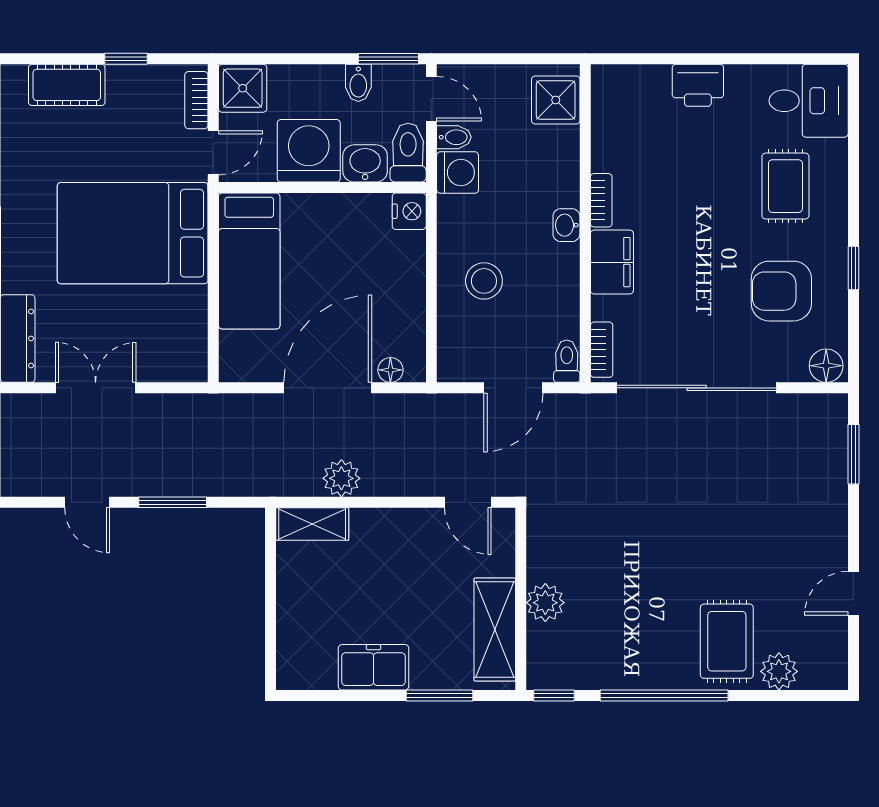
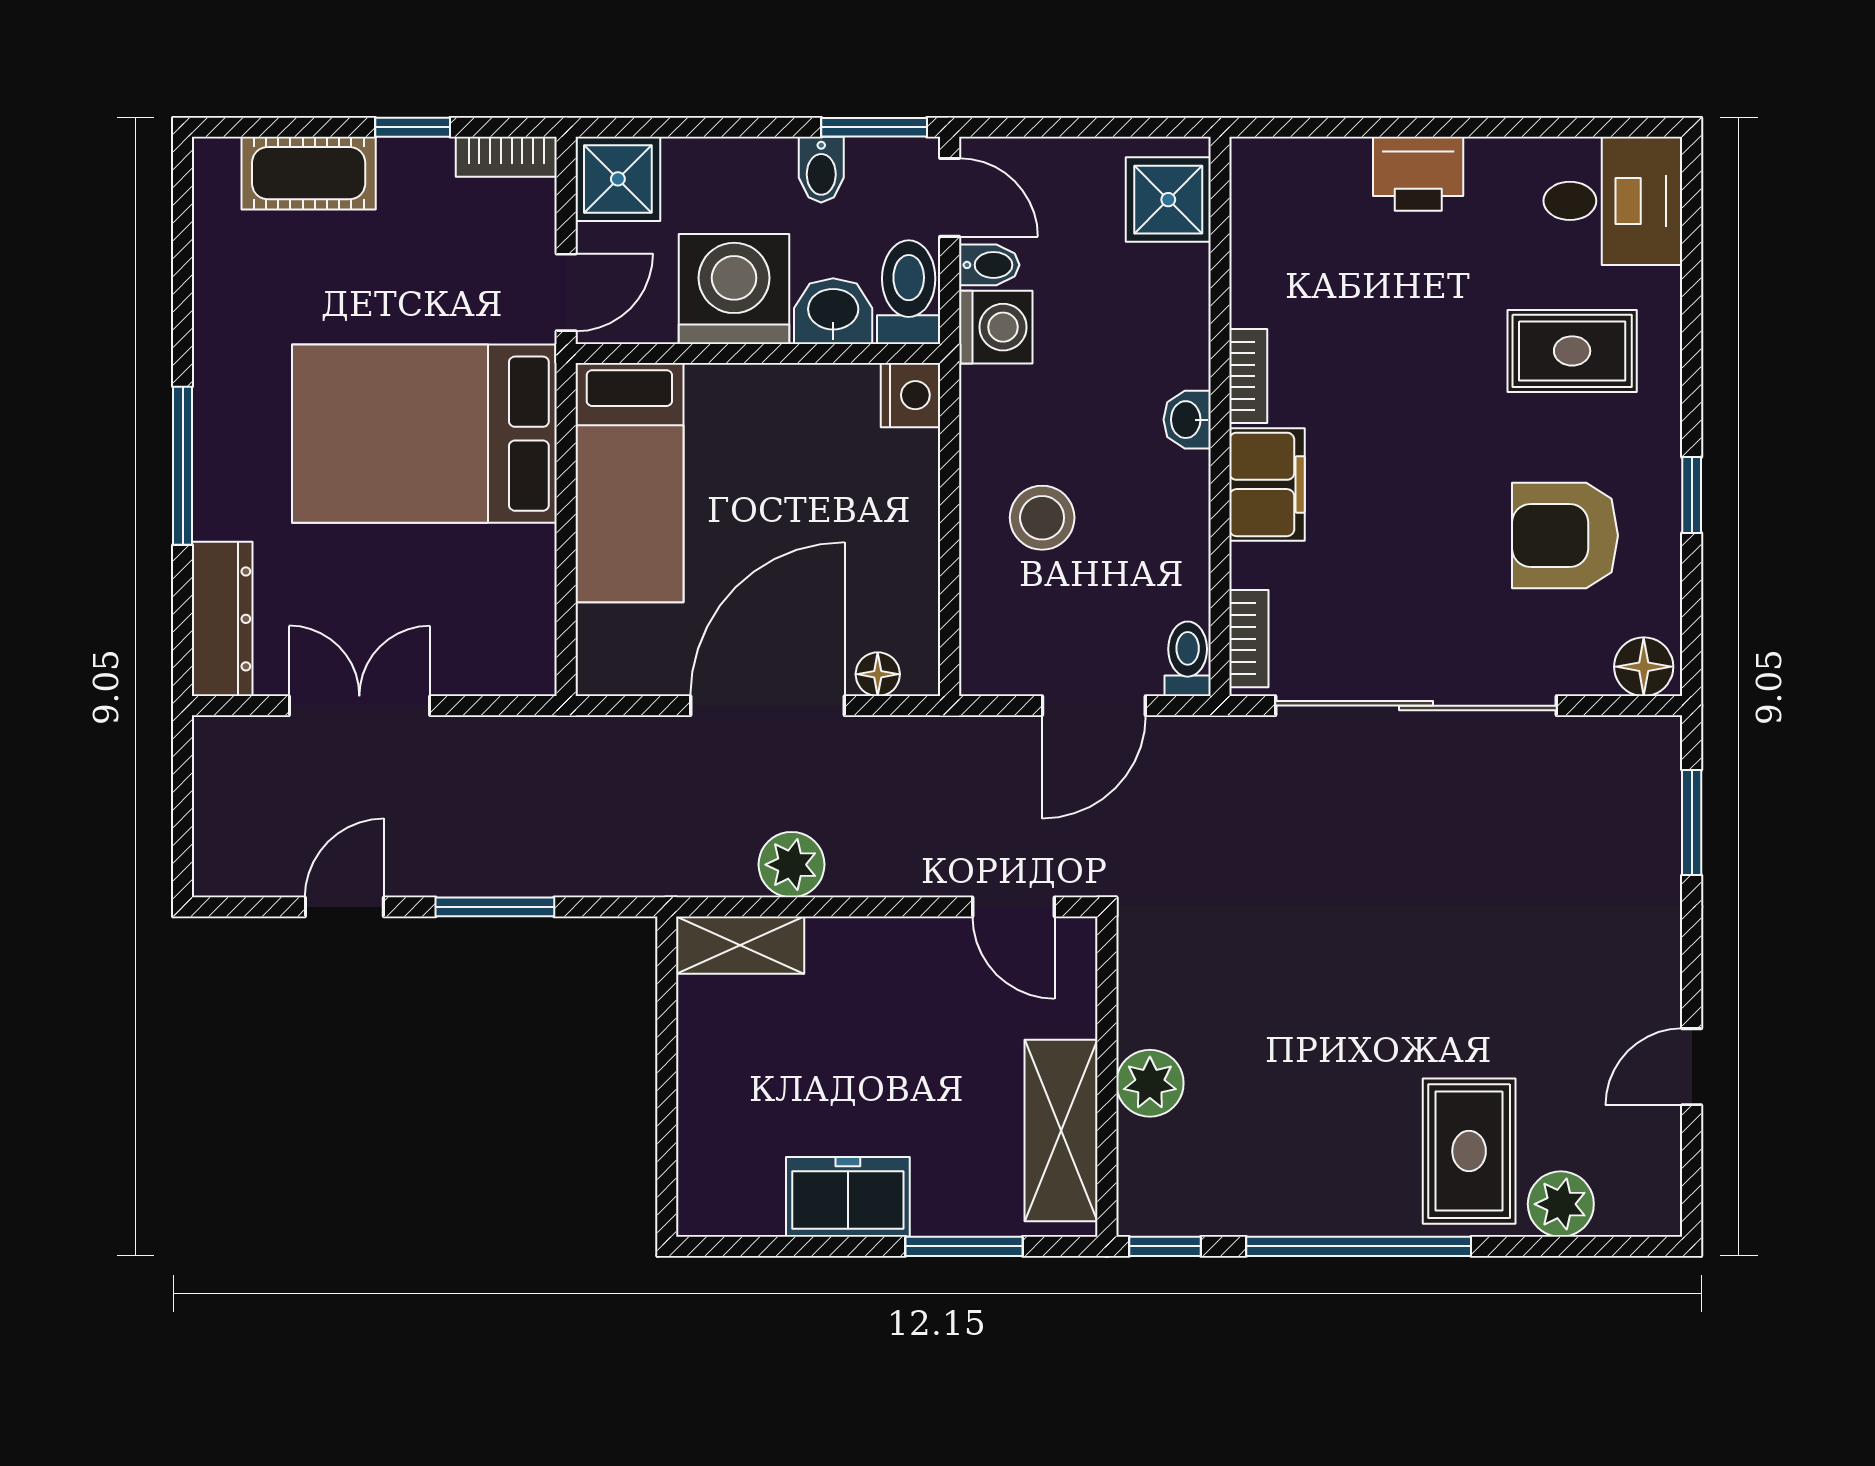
bookcase: (196, 100) -> (506, 157), moved, turned -90
rug: (785, 186) -> (1572, 351), turned 90
door: (87, 502) -> (344, 907), swing flipped

